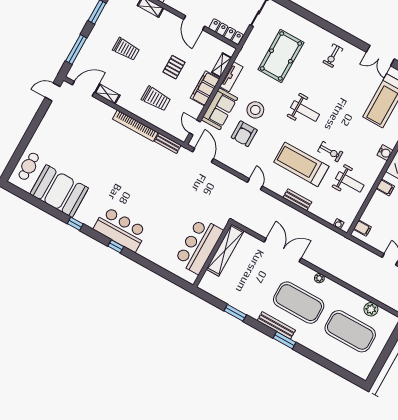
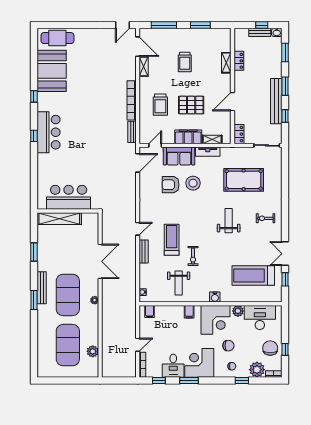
locker: (226, 32) -> (239, 134), width x0.66
pallet: (174, 67) -> (191, 105), width x1.50, depth x1.42
door: (53, 92) -> (123, 25), swing flipped
weight bench: (305, 111) -> (229, 221), moved, turned 180
treadmill: (301, 164) -> (172, 240), width x0.73, depth x0.73
cafe table: (29, 166) -> (57, 38), width x1.37, depth x1.35
door: (255, 184) -> (138, 229), moved
shelving: (225, 250) -> (59, 219), moved

